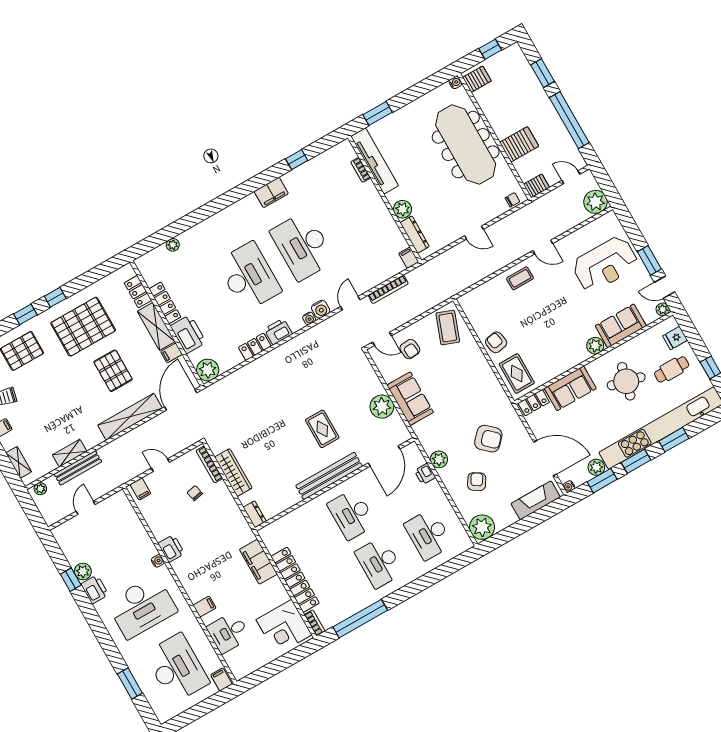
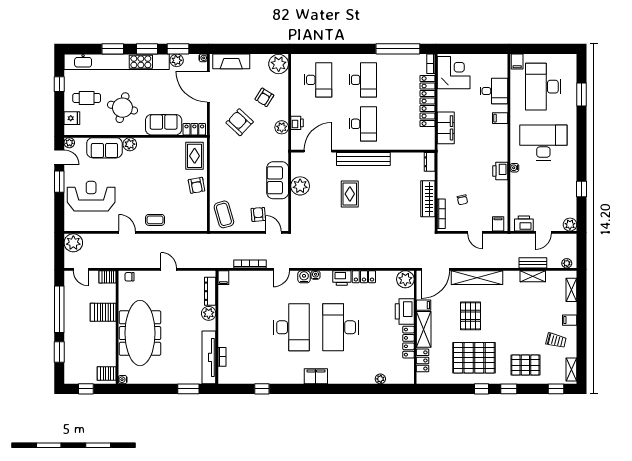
filing cabinet: (271, 192) -> (316, 376), moved
coffee table: (448, 328) -> (224, 214), turned -36
bench: (78, 468) -> (533, 263), width x0.73
plant: (83, 571) -> (570, 225), moved
printer: (95, 589) -> (524, 223), moved, turned 90

